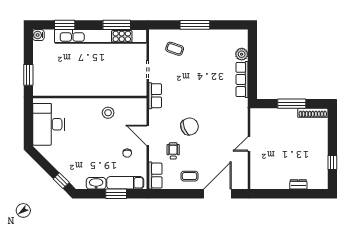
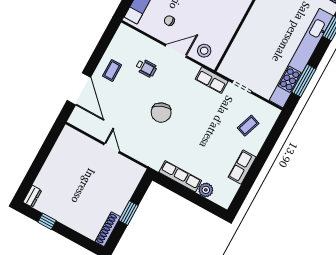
window: (195, 25) -> (261, 159), removed
window: (292, 104) -> (129, 213), width x0.69
stool: (108, 113) -> (204, 51), moved
chair: (190, 126) -> (161, 113), moved
row of seats: (155, 176) -> (242, 167), moved, turned 90
dresser: (298, 184) -> (32, 196), moved

